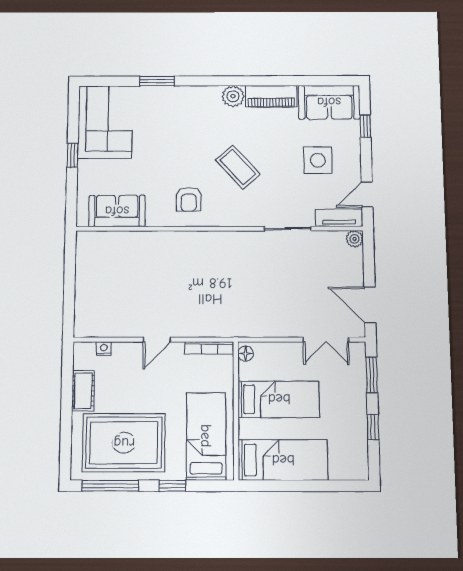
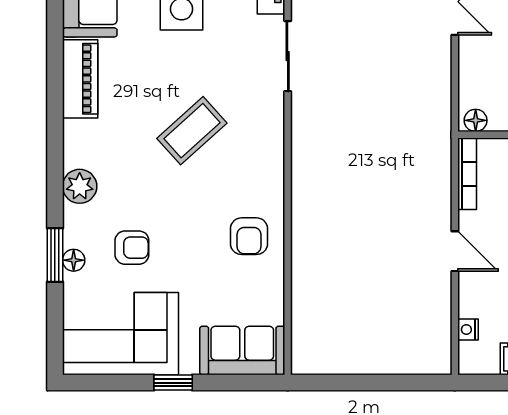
floor lamp: (153, 93) -> (74, 260), added
plant: (233, 96) -> (80, 186), moved
armchair: (161, 129) -> (132, 248), added
armchair: (189, 199) -> (249, 236), moved, turned 90
sofa: (117, 211) -> (242, 351), moved, turned 90

